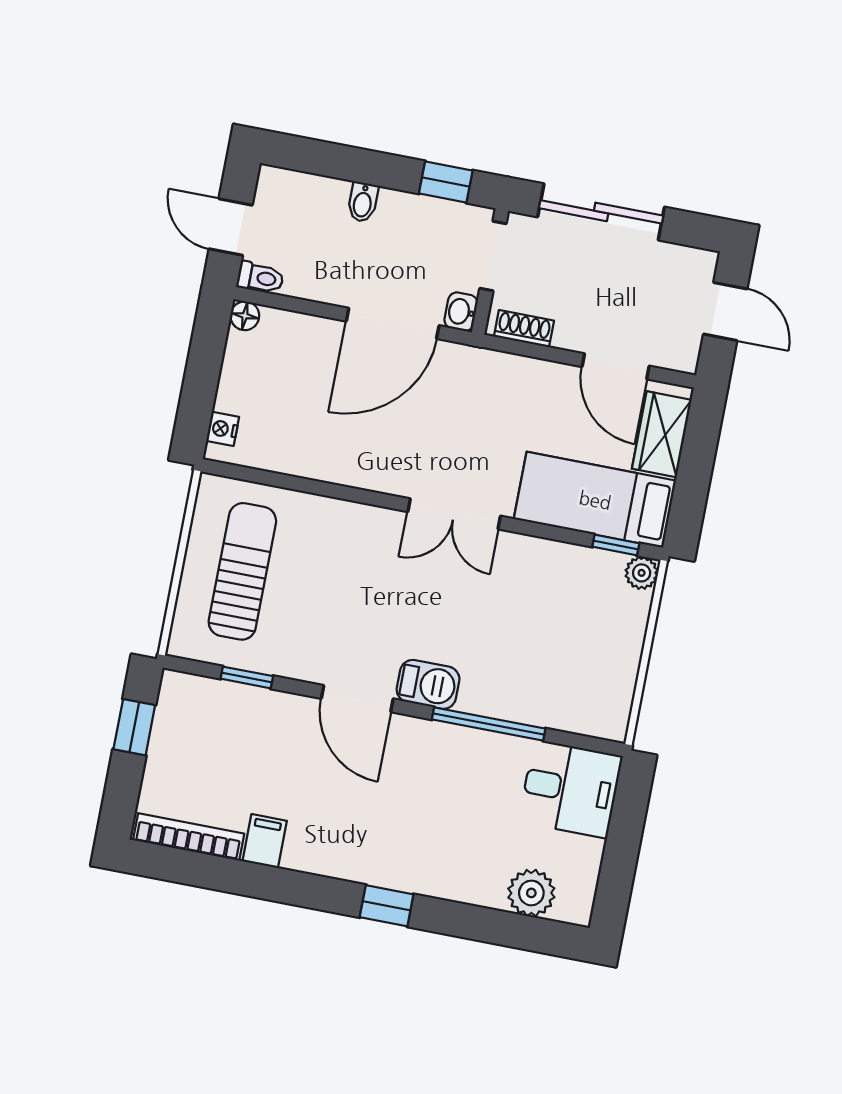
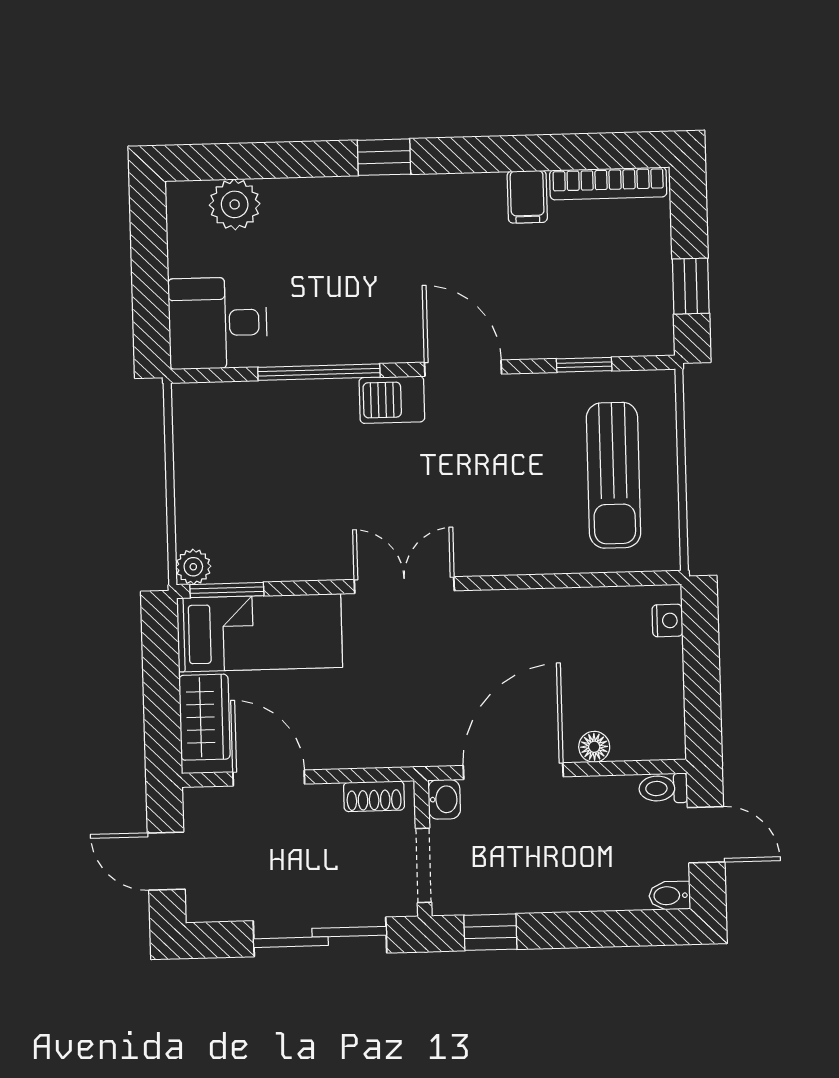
bidet: (363, 202) -> (670, 896), moved, turned -90
floor lamp: (245, 316) -> (594, 747), moved
window: (616, 545) -> (227, 590), width x1.50

